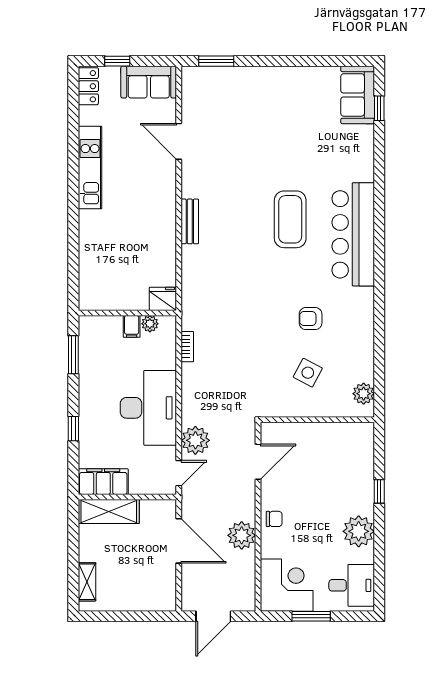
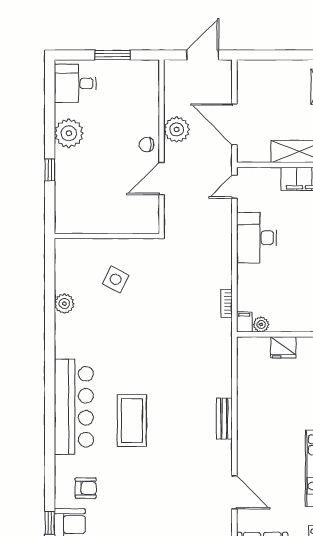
fridge: (163, 299) -> (283, 347), moved
armchair: (311, 319) -> (86, 488), moved
filing cabinet: (132, 326) -> (244, 322), moved
plant: (364, 394) -> (64, 304), moved
desk: (148, 408) -> (257, 238), width x0.73, depth x0.77
plant: (195, 440) -> (219, 217), removed
door: (258, 462) -> (162, 179), moved
corner desk: (287, 585) -> (135, 84), removed

